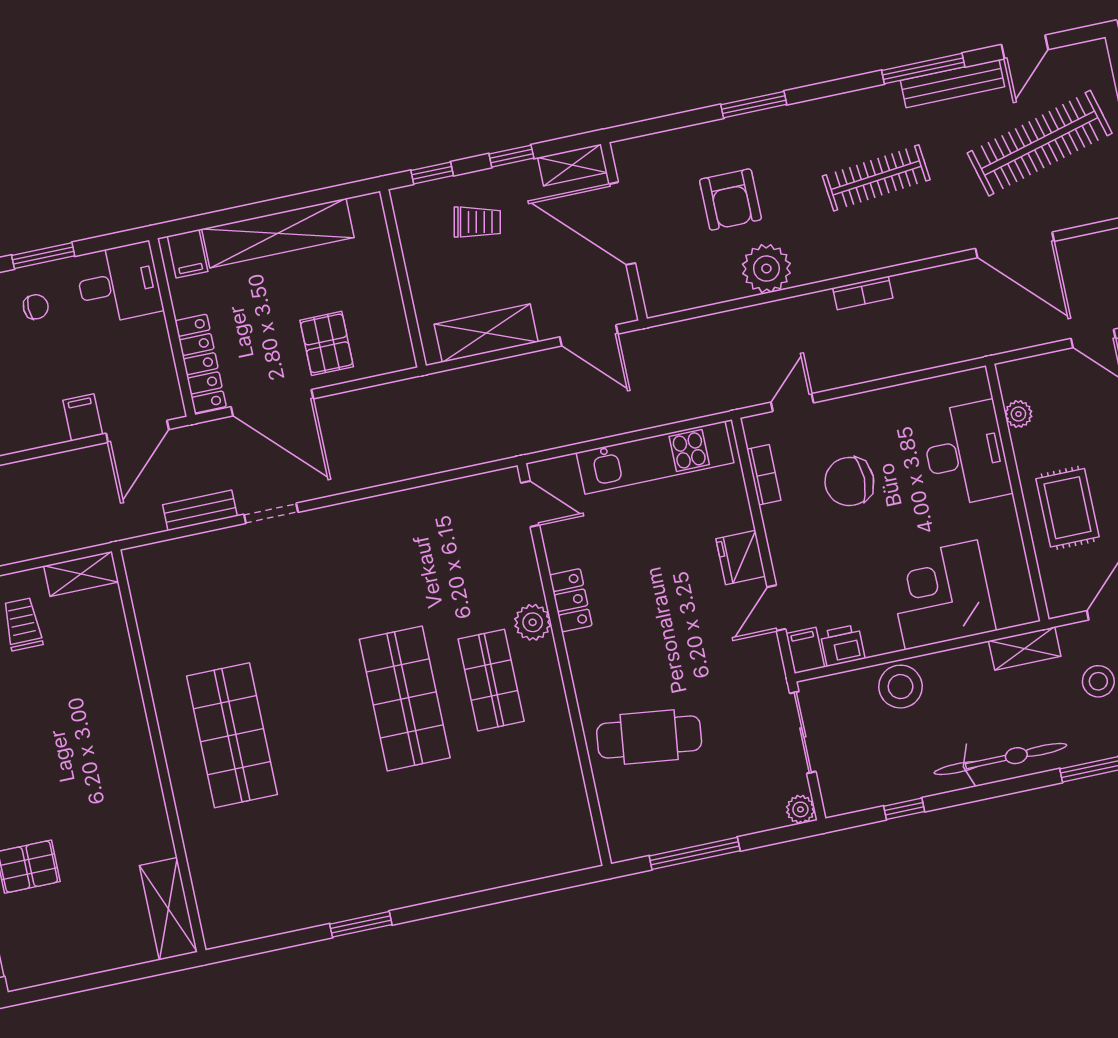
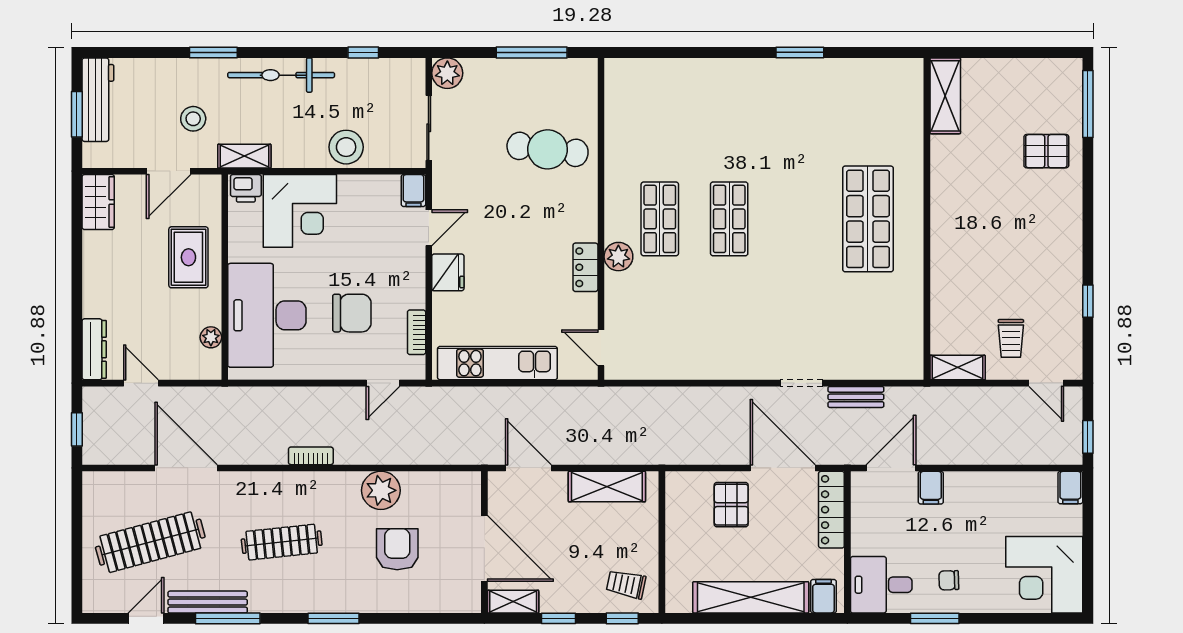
window: (754, 105) -> (334, 618), moved
trolley: (477, 222) -> (626, 584), moved
desk: (966, 454) -> (267, 315), width x1.36, depth x1.30
printer: (843, 645) -> (246, 188), moved
shop shelf: (405, 699) -> (729, 219), width x0.70, depth x0.74
plant: (800, 809) -> (447, 73), width x1.38, depth x1.38

